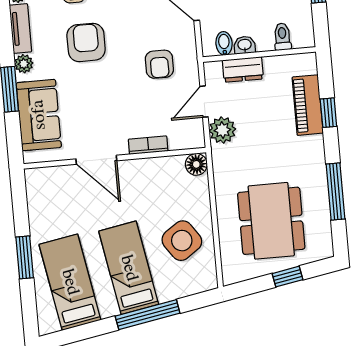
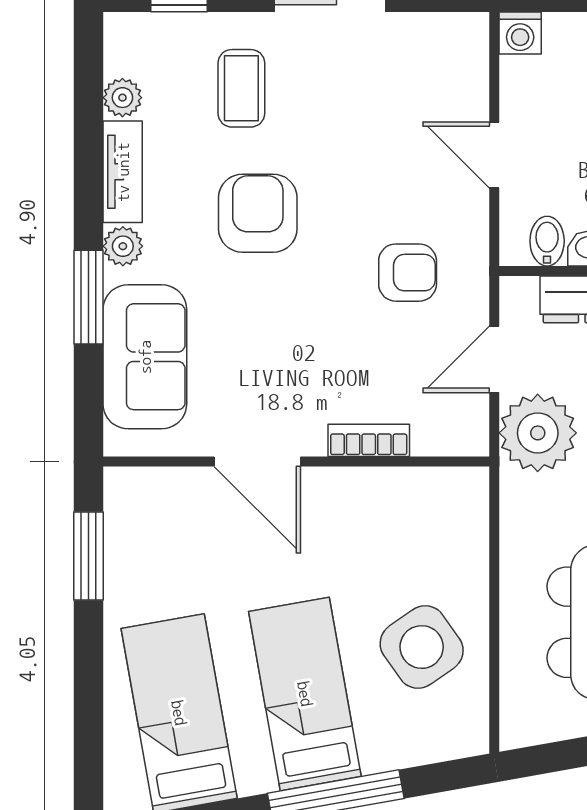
armchair: (159, 64) -> (408, 273), turned -90
plant: (222, 130) -> (538, 433), width x1.36, depth x1.36
floor lamp: (196, 164) -> (466, 490), removed
window: (25, 257) -> (89, 556), moved

